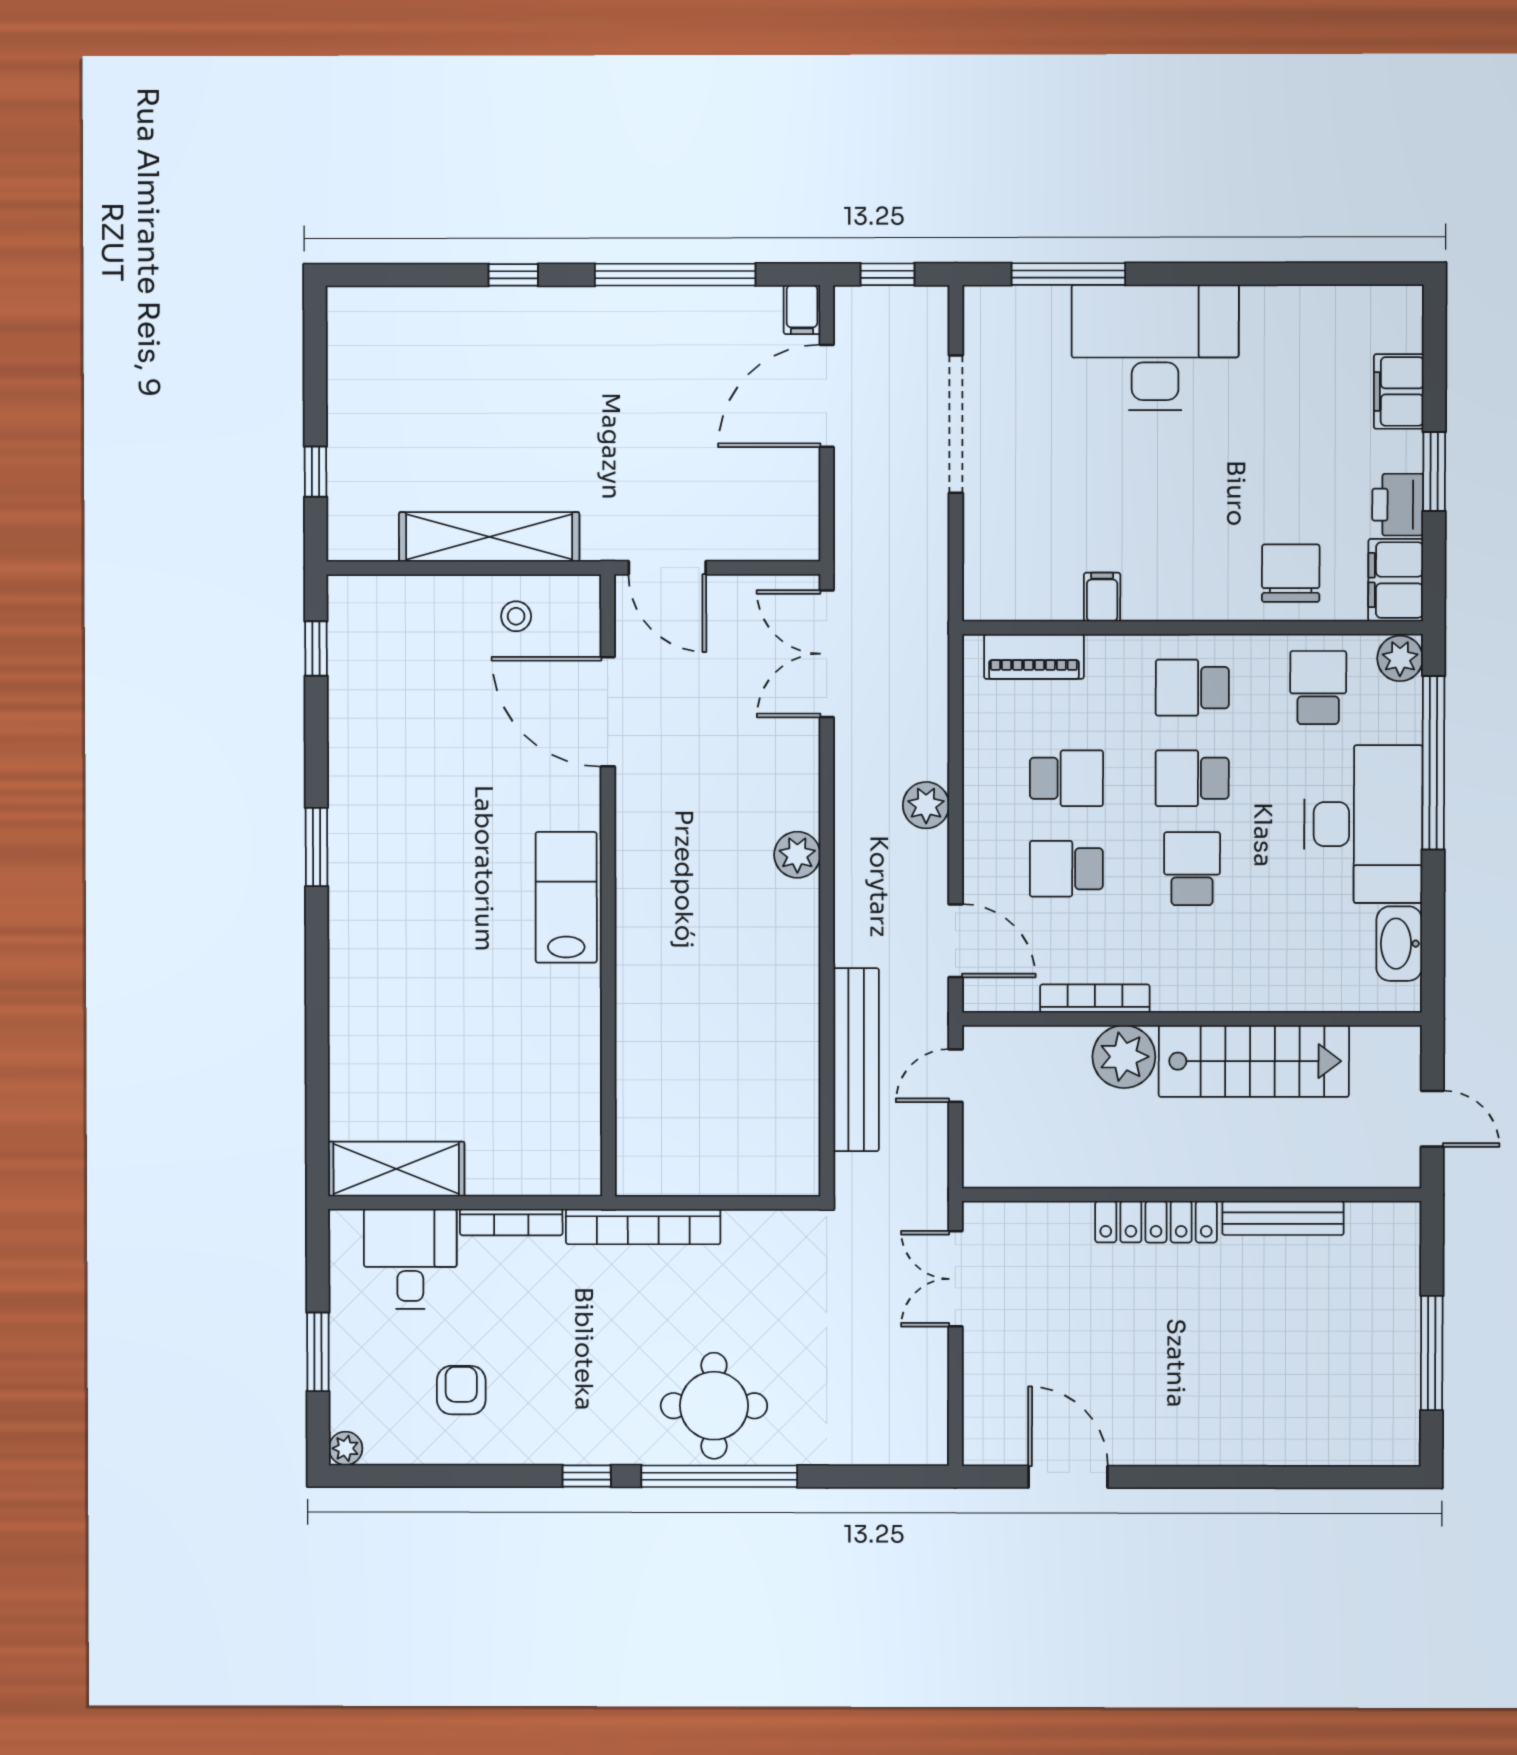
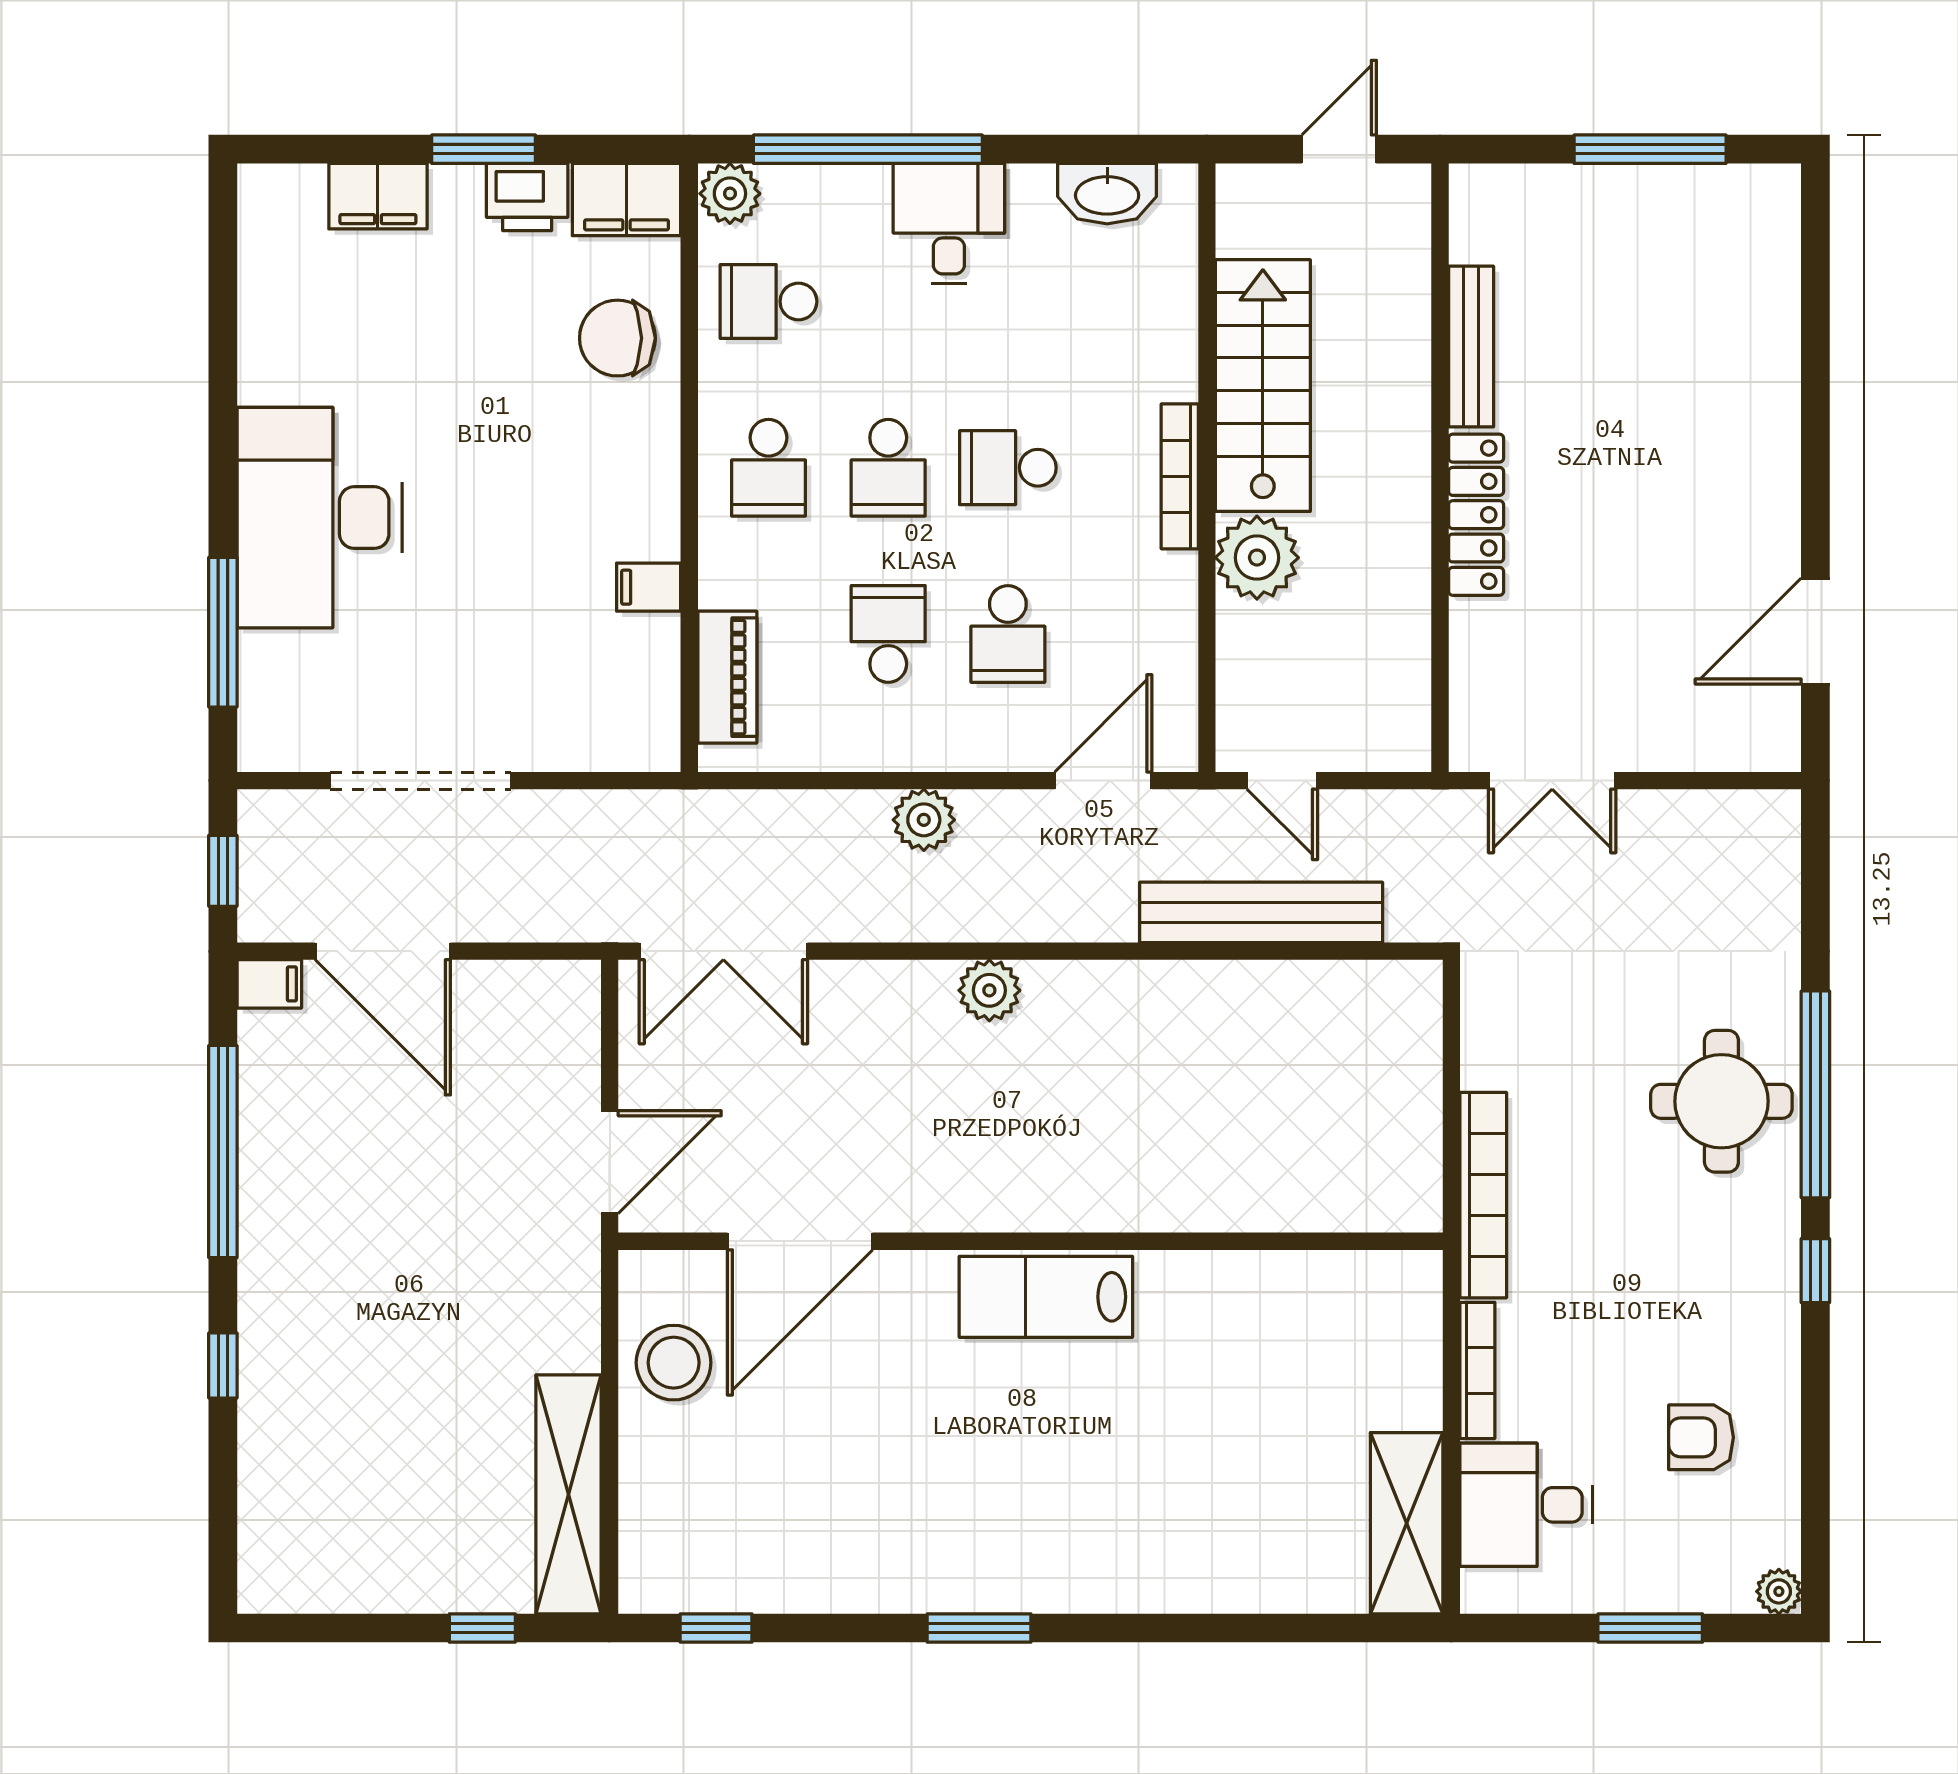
shelving: (489, 537) -> (569, 1494), moved
stool: (516, 616) -> (674, 1363), width x1.89, depth x1.89
desk: (1363, 824) -> (949, 223), width x0.53, depth x0.77
bookcase: (1095, 998) -> (1180, 476), moved

